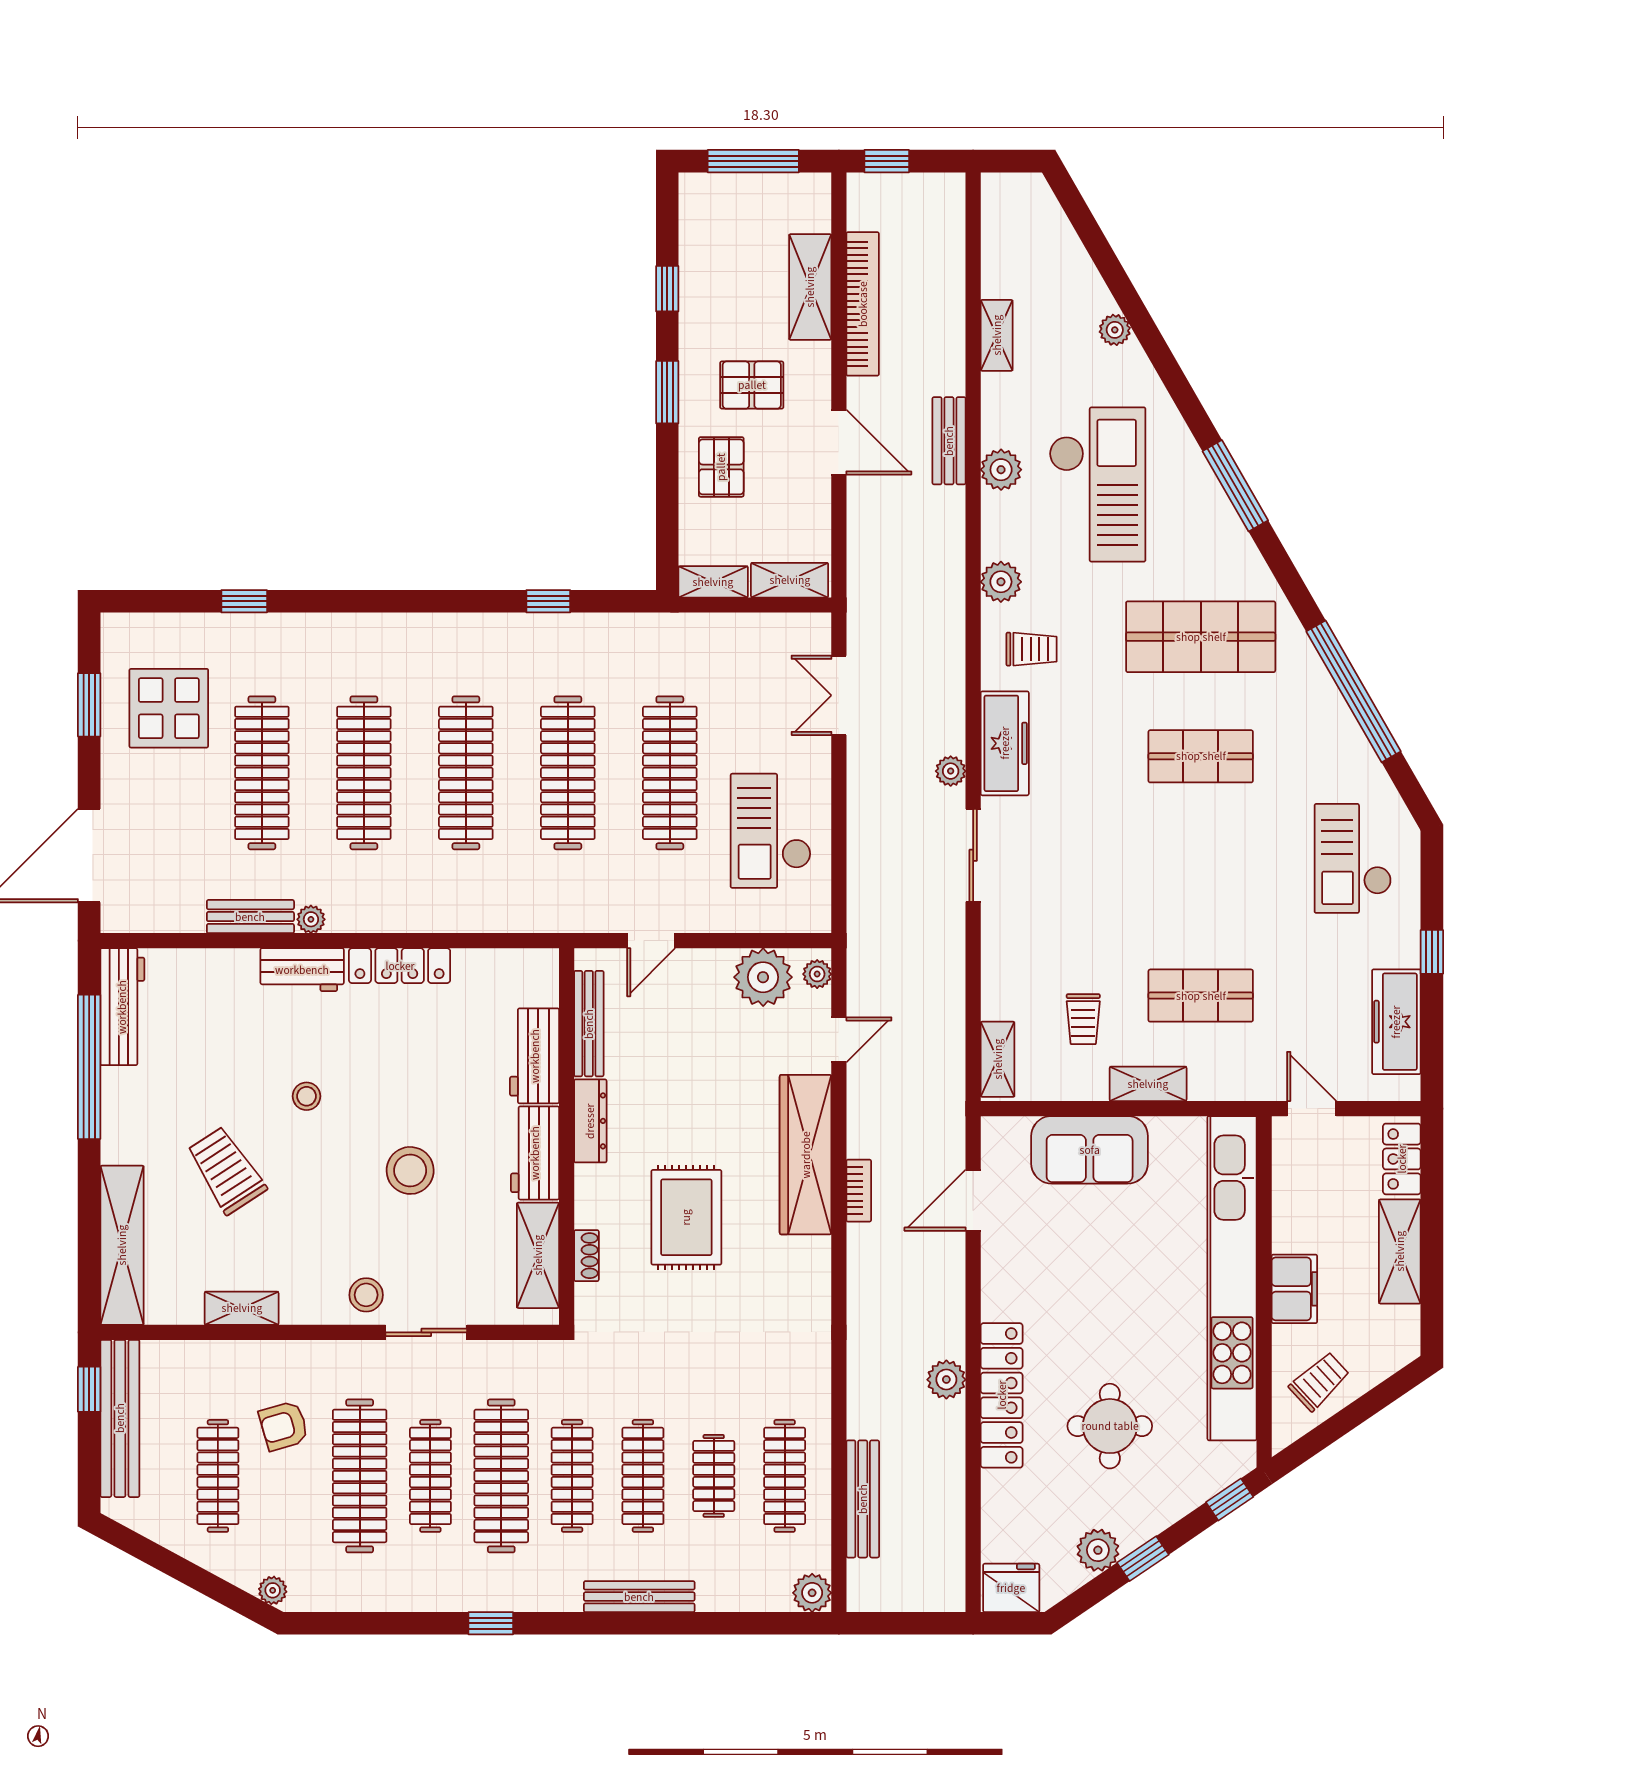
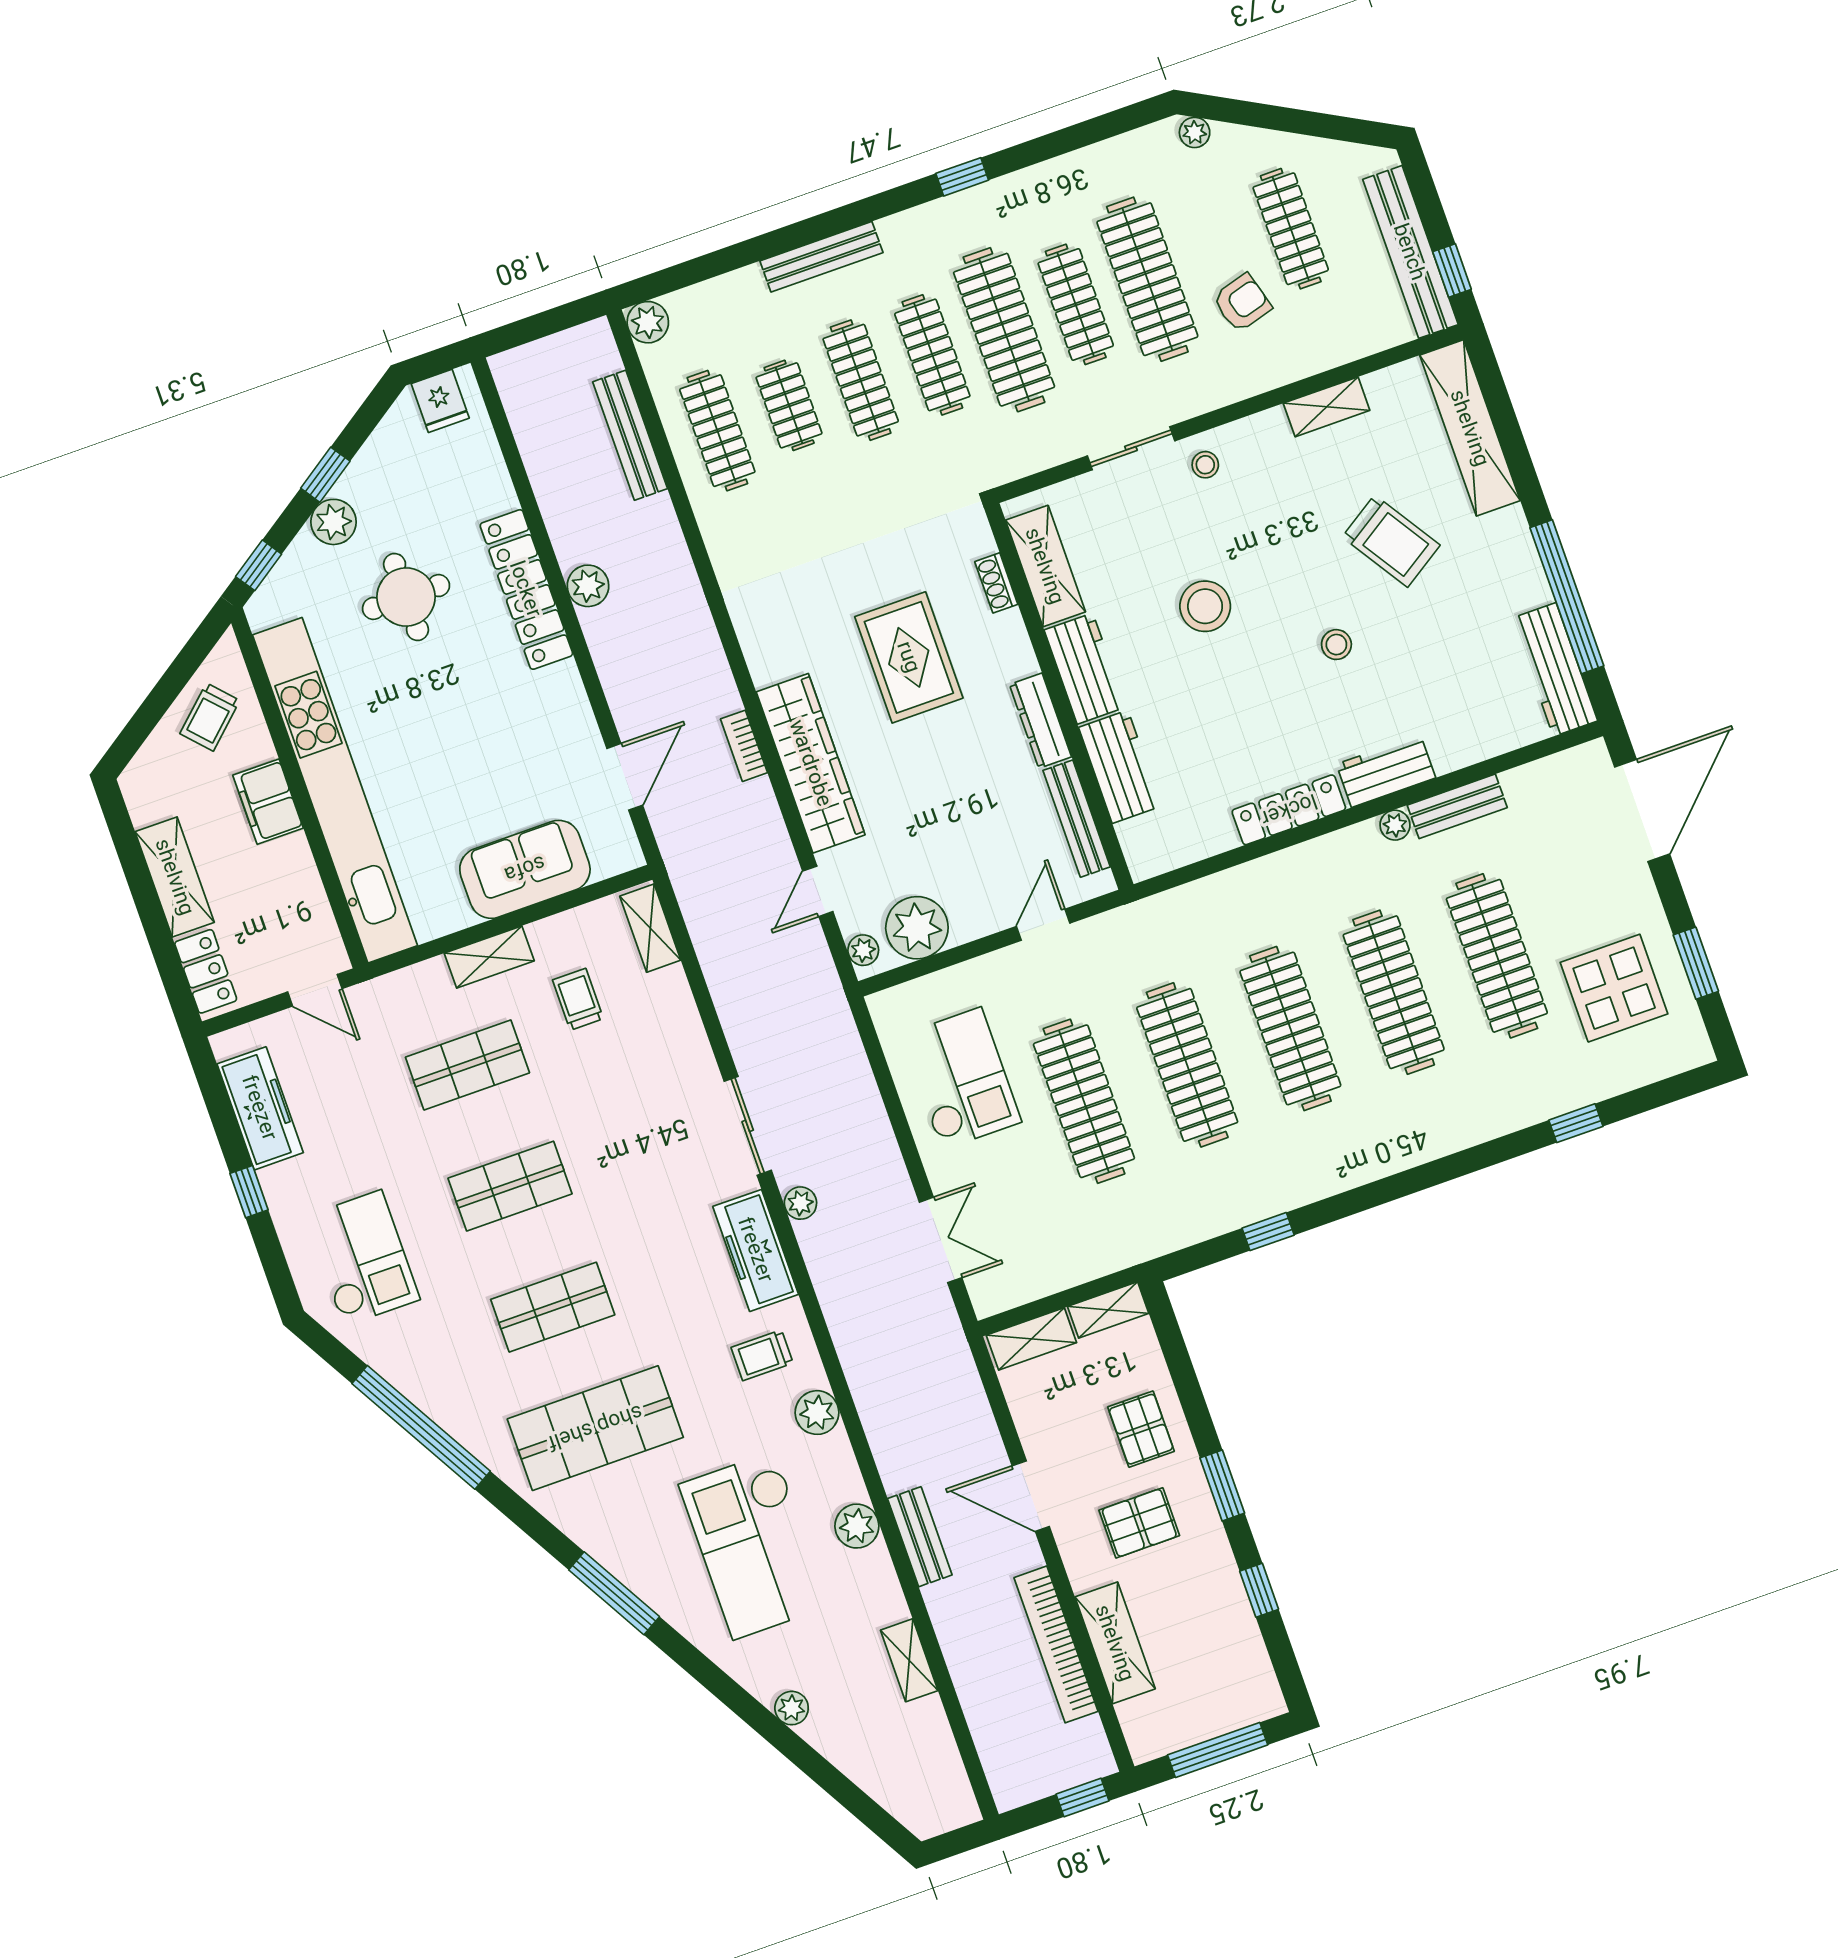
shop shelf: (1201, 876) -> (510, 1186), added
stool: (366, 1295) -> (1205, 465), width x0.73, depth x0.73
plant: (1098, 1550) -> (334, 522), moved
fridge: (1011, 1588) -> (440, 401), width x0.72

